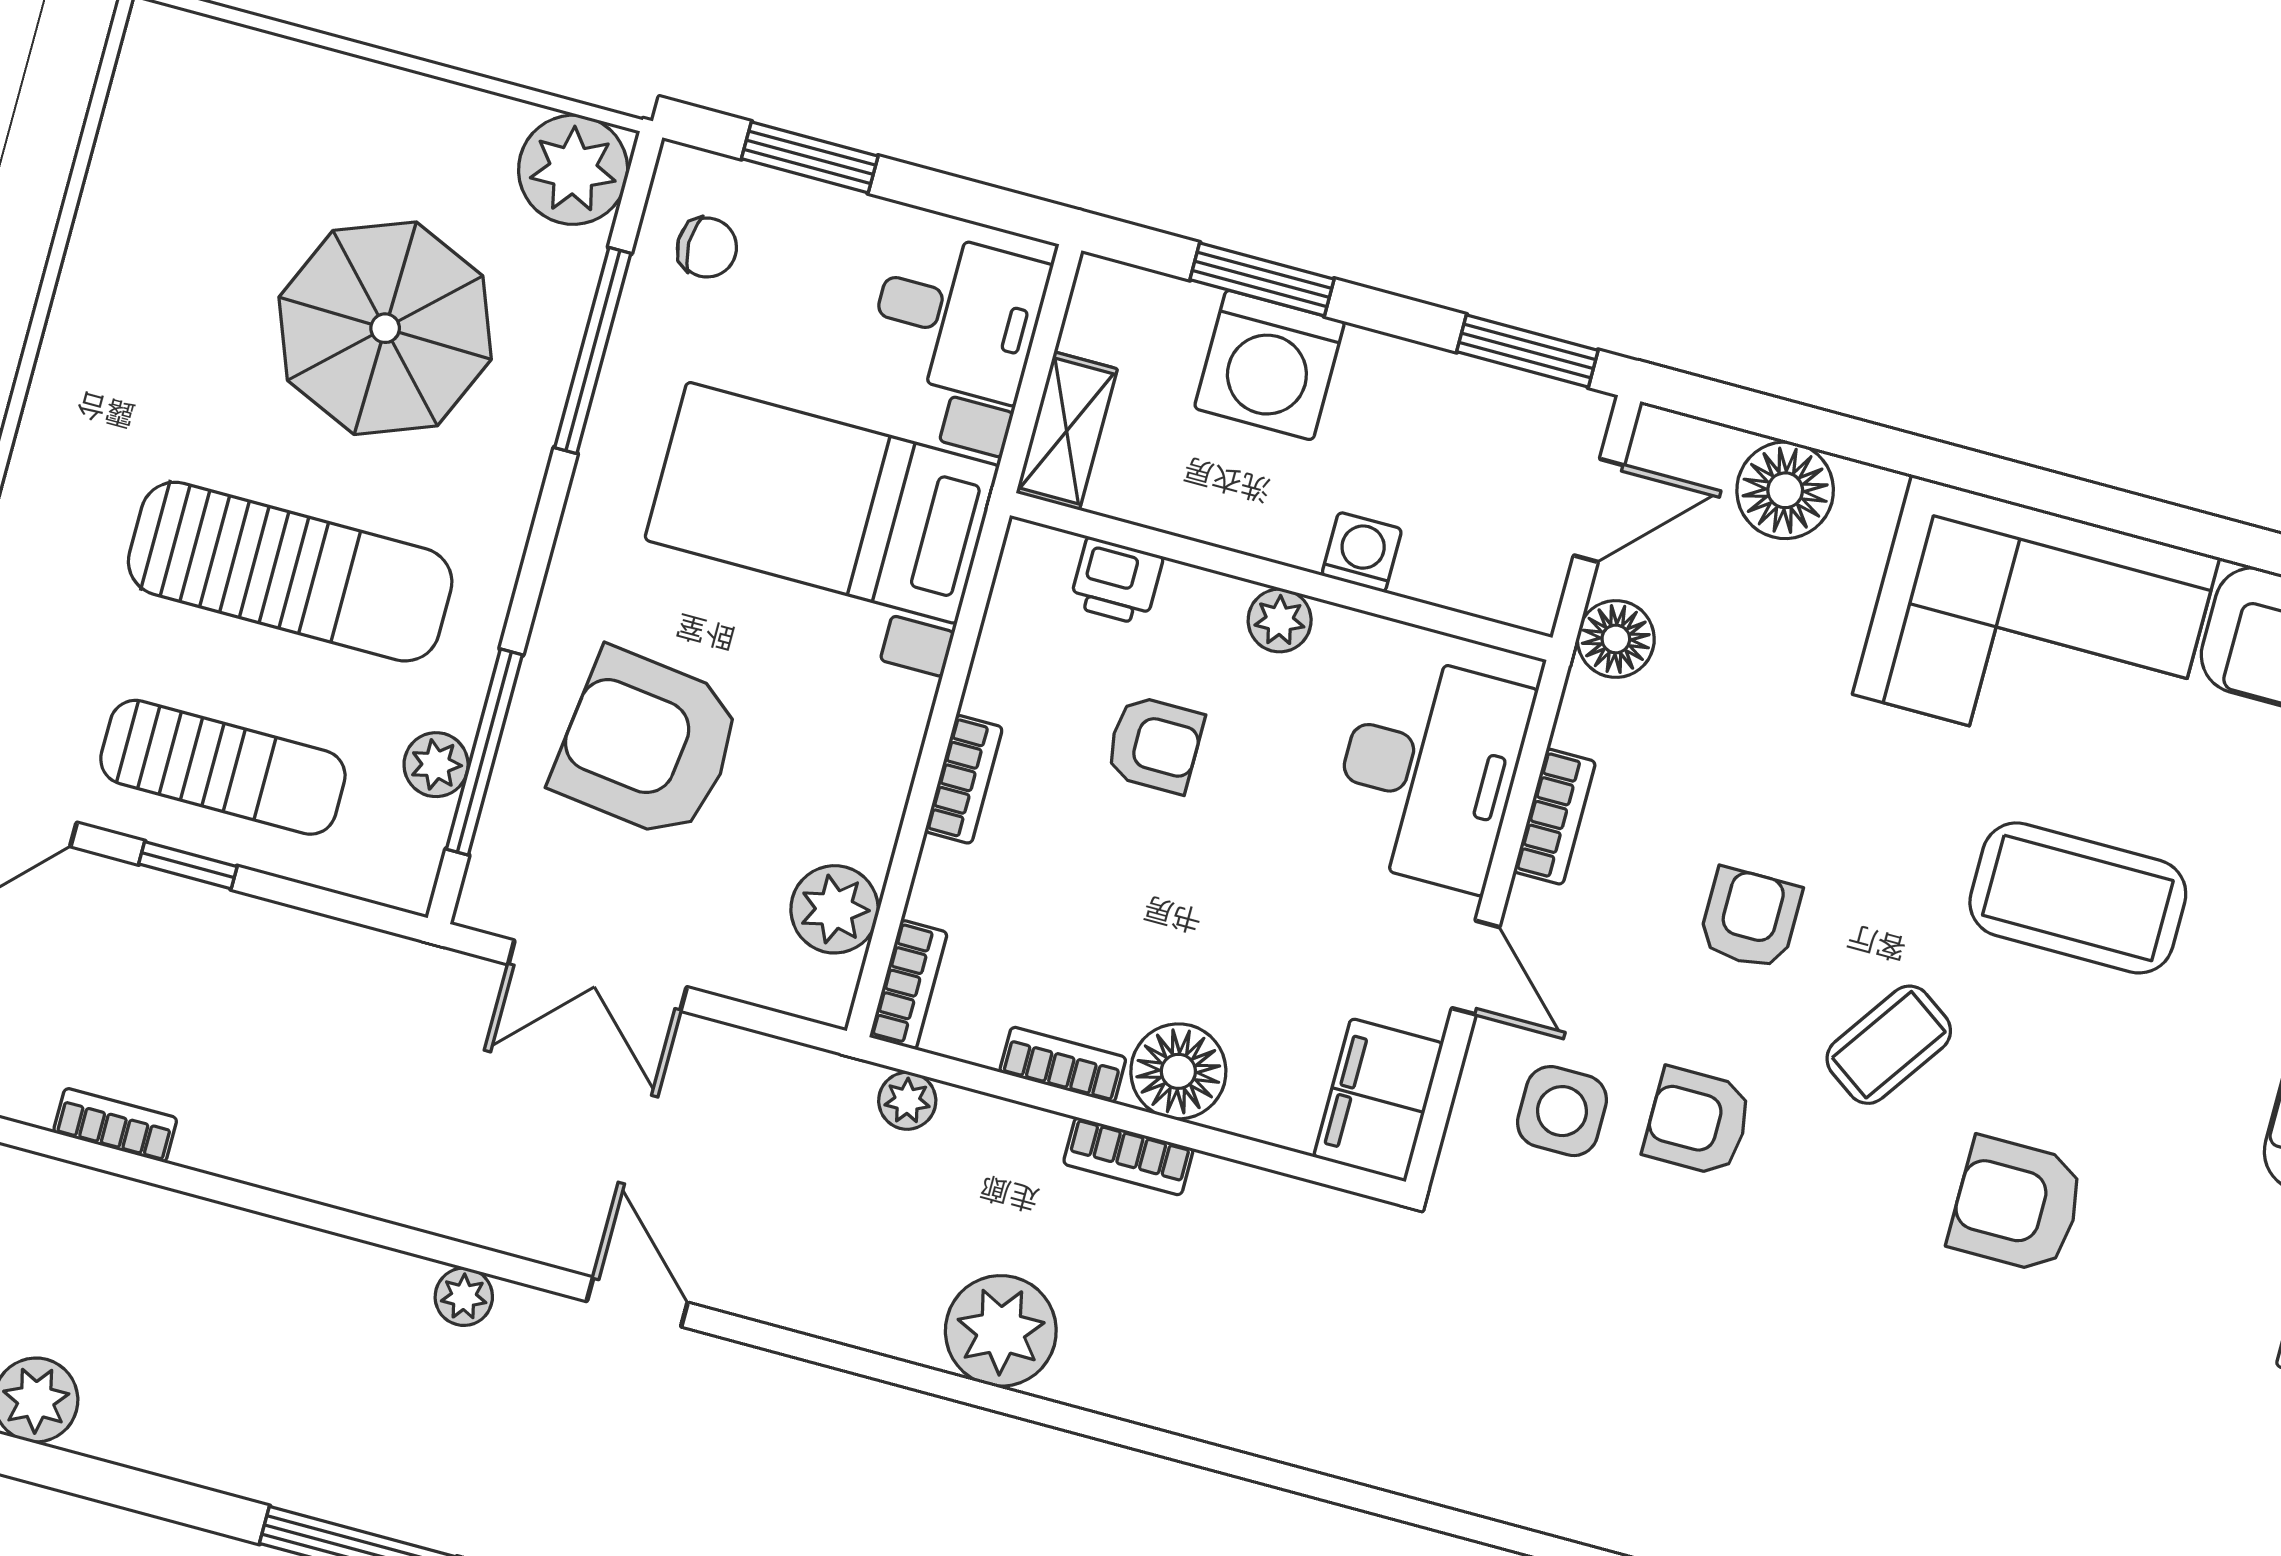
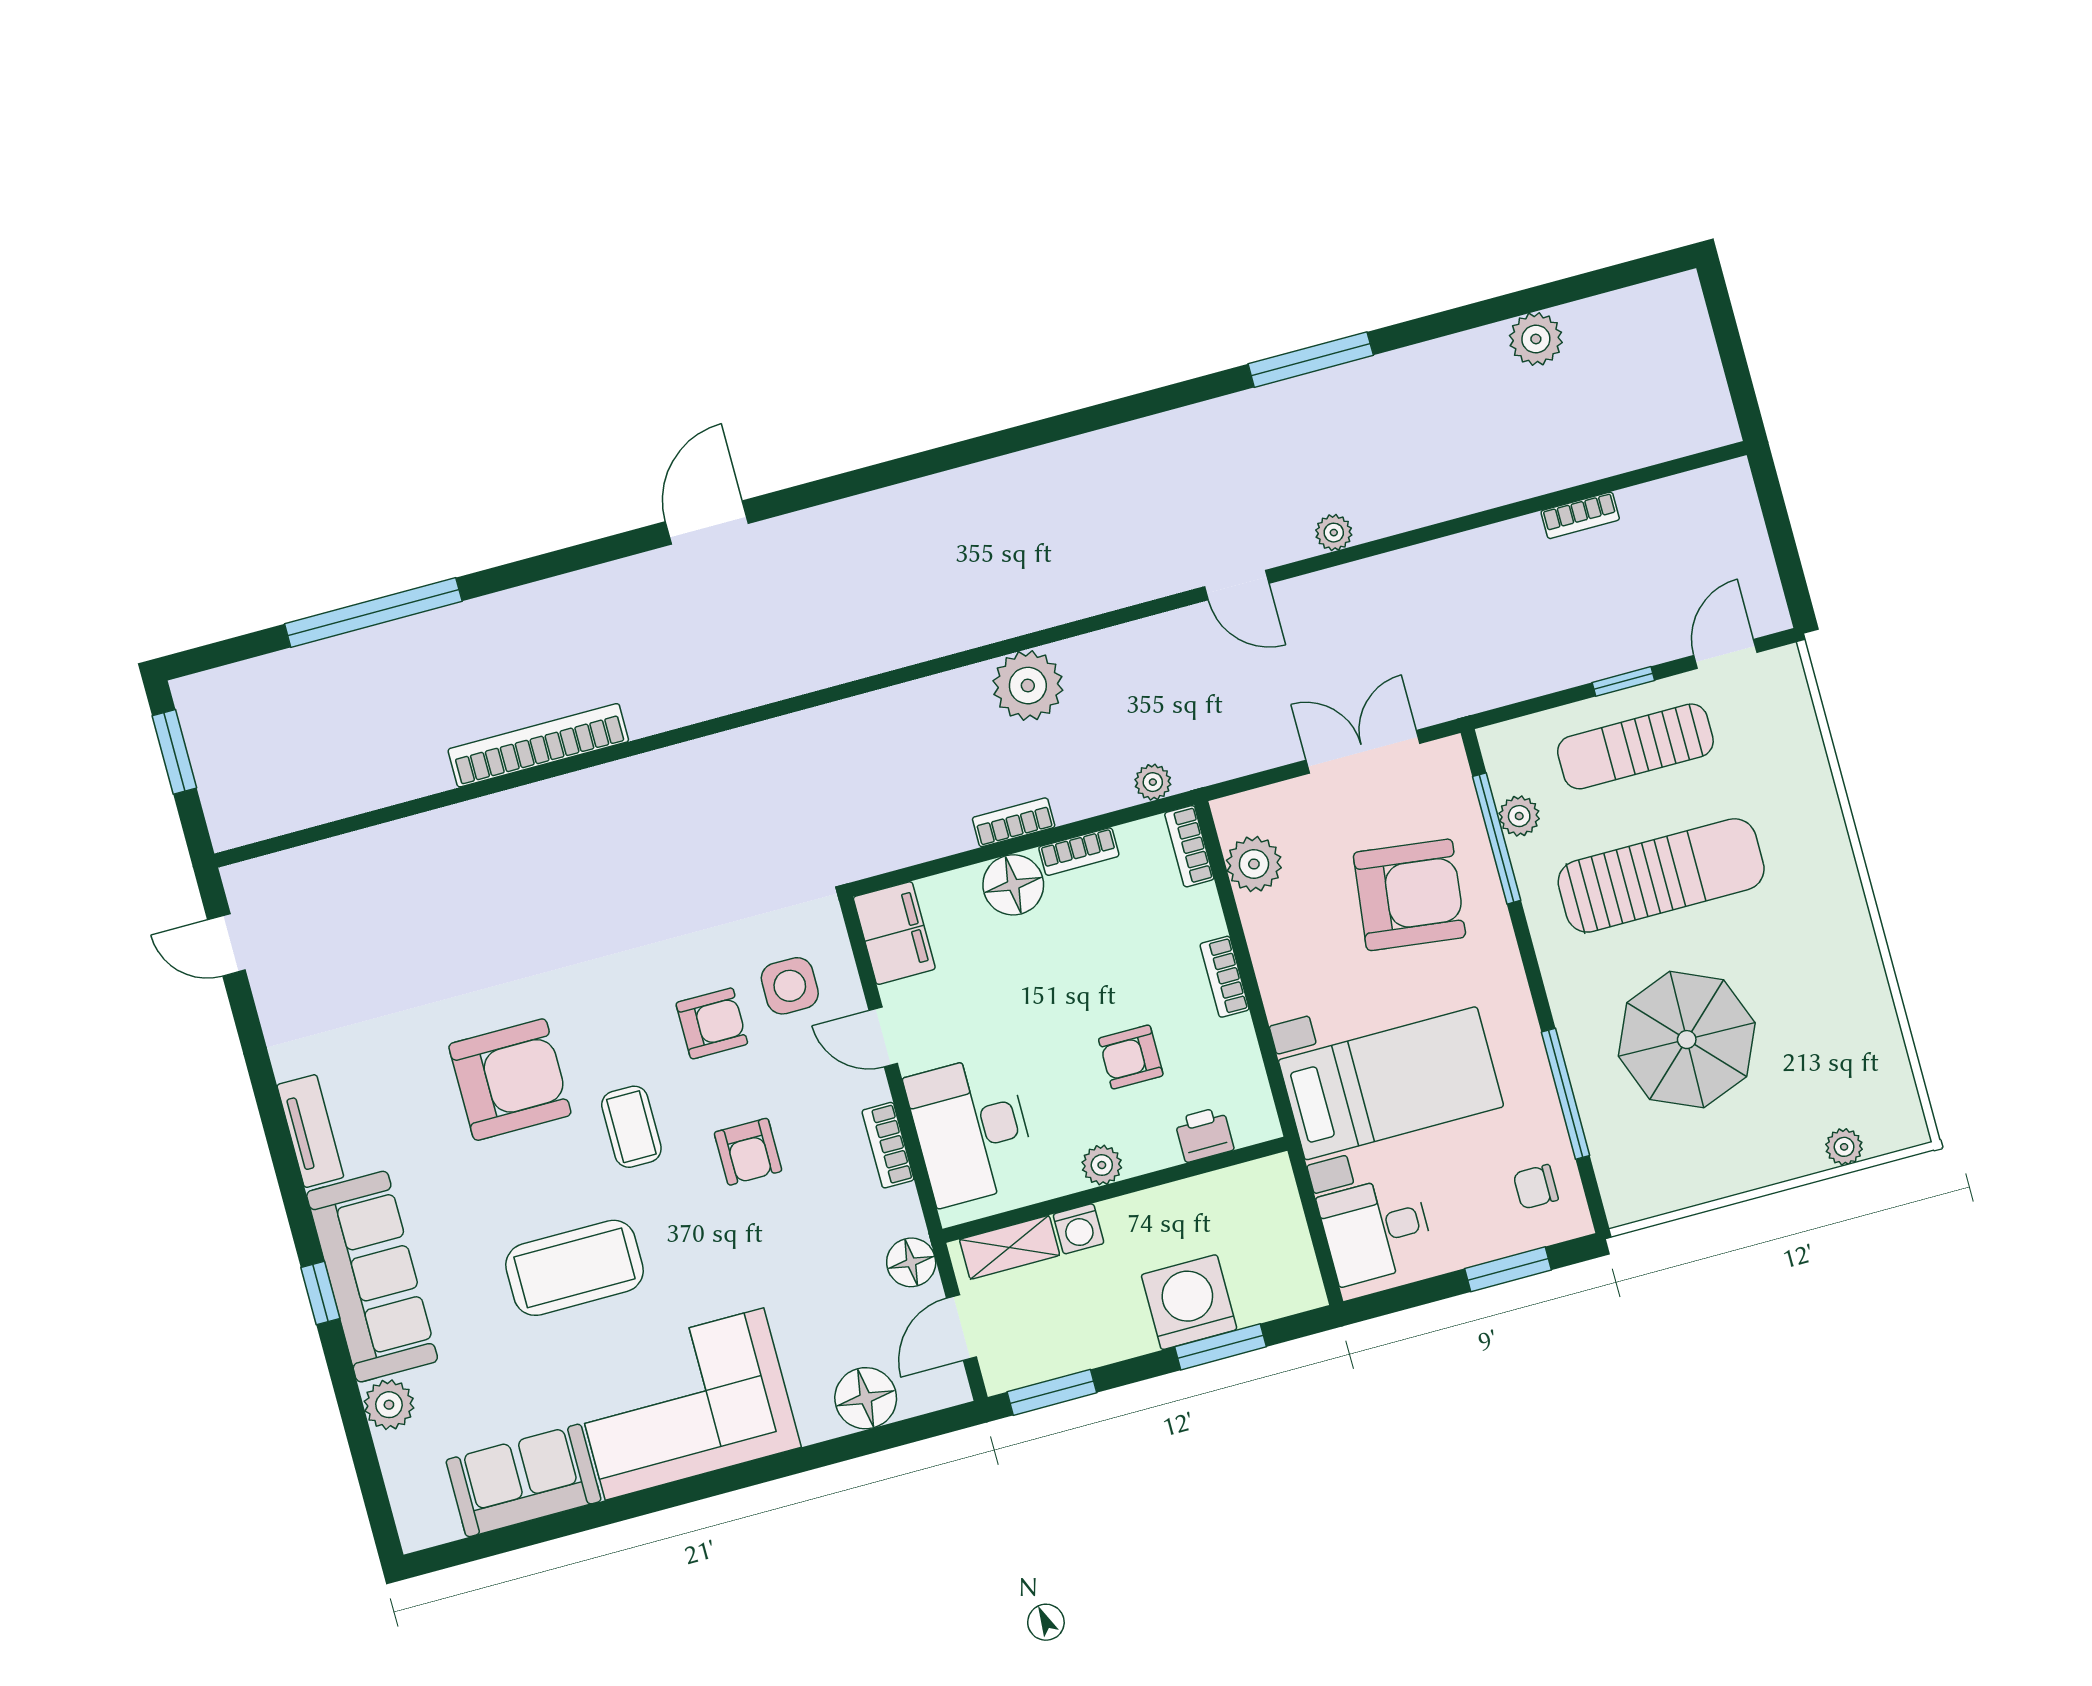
plant: (573, 170) -> (1844, 1147), moved, width x0.53, depth x0.53
shelving: (1067, 431) -> (1010, 1247), moved, turned 90
sun lounger: (290, 572) -> (1661, 875), turned 180
coffee table: (1889, 1045) -> (631, 1127), turned -35
armchair: (2017, 1205) -> (510, 1080), width x1.36, depth x1.36

